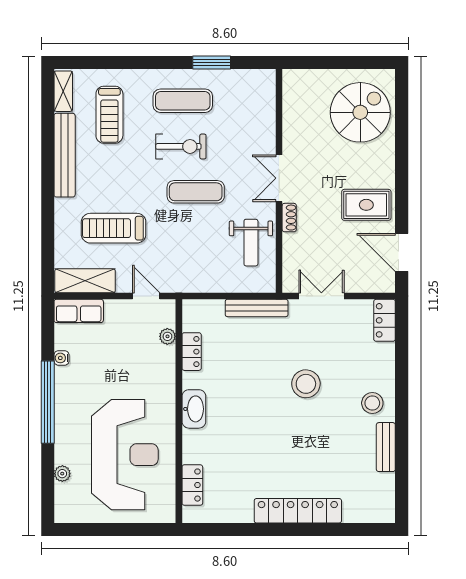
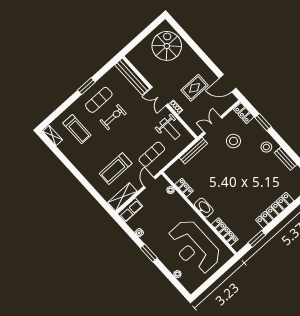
window: (212, 63) -> (86, 86), moved
bench: (65, 155) -> (132, 77), moved
exercise mat: (196, 192) -> (152, 154), moved
rug: (366, 205) -> (195, 88), moved
door: (146, 296) -> (150, 182), hinge flipped
window: (402, 361) -> (263, 122), added
stool: (306, 384) -> (233, 141), moved
window: (48, 402) -> (149, 253), width x0.47
reception desk: (125, 455) -> (194, 247), turned 180
locker: (192, 485) -> (225, 232), width x1.53
window: (232, 529) -> (257, 239), added

